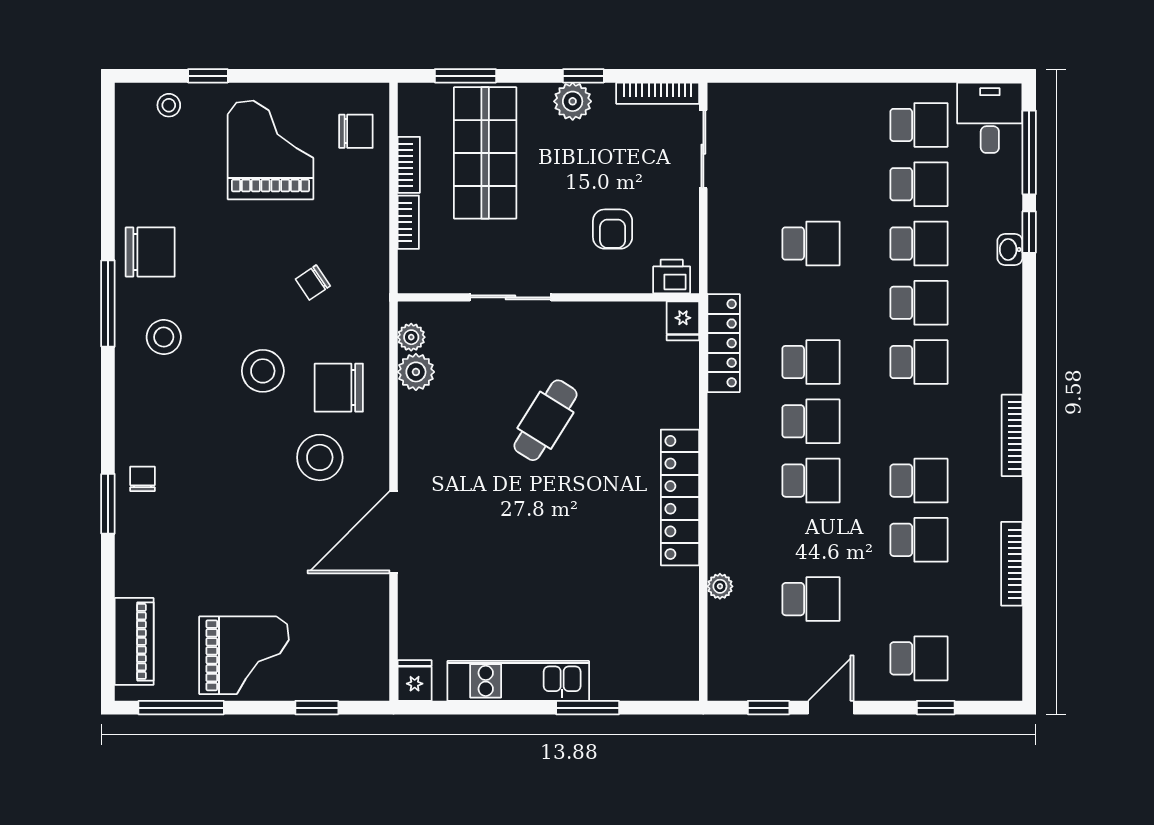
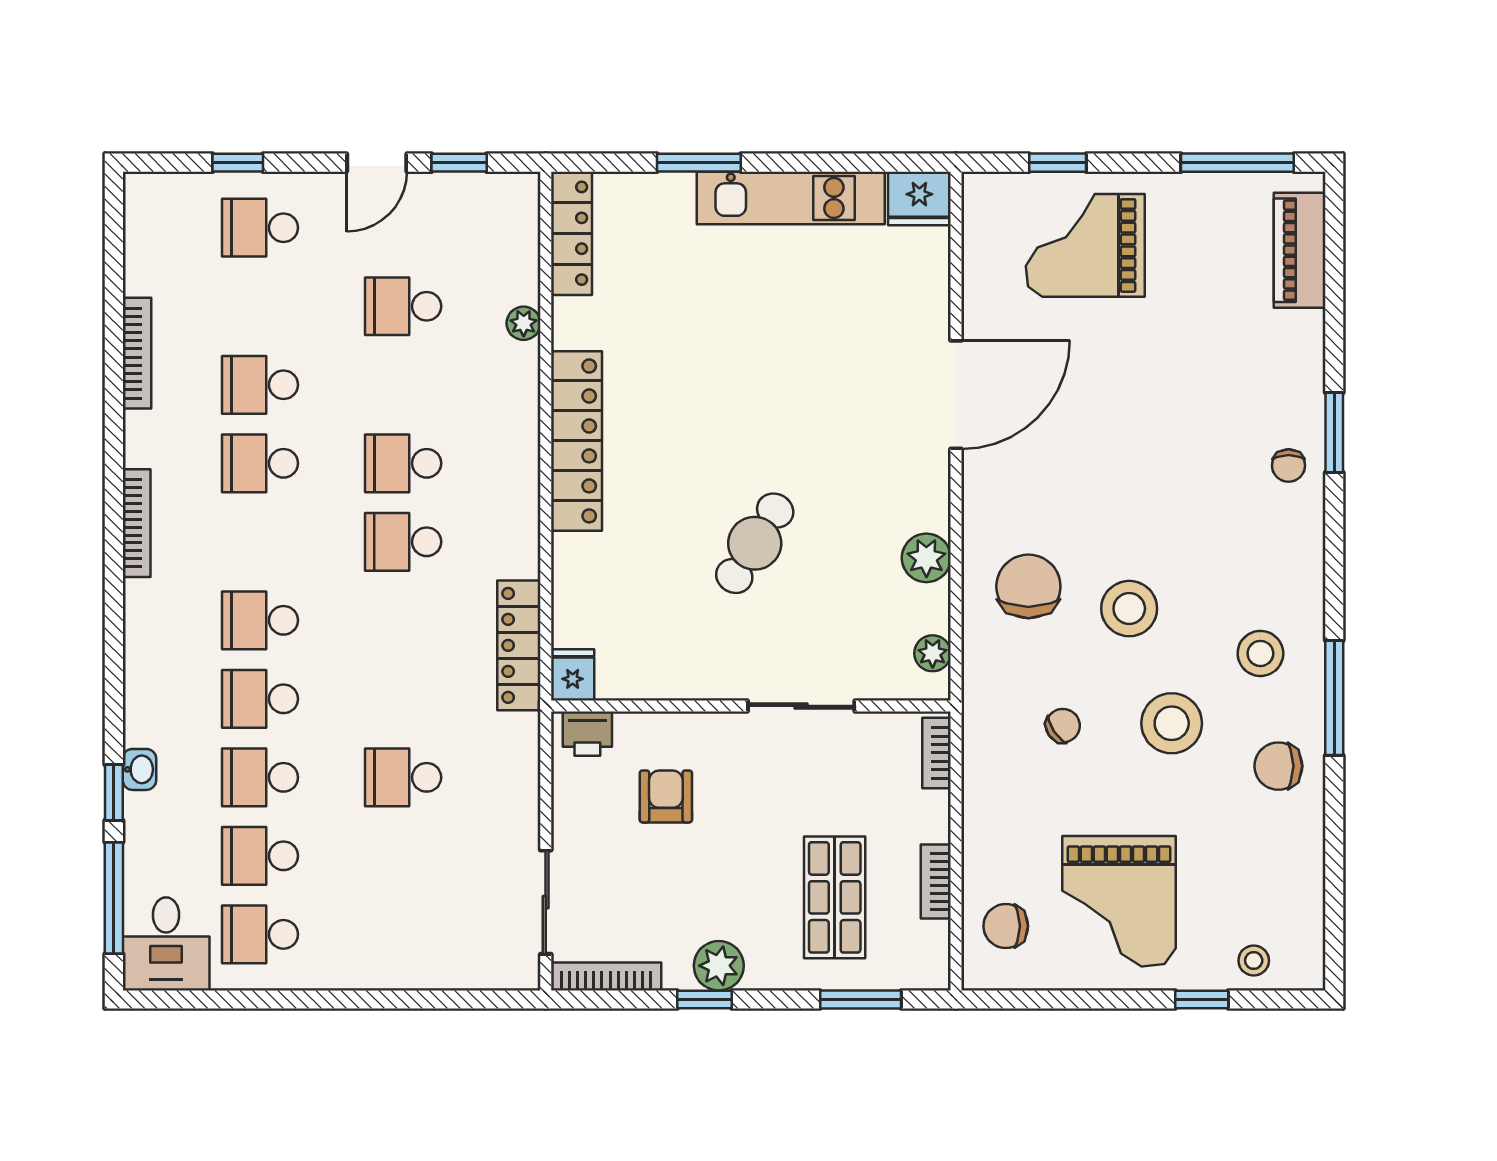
shop shelf: (485, 153) -> (835, 897), width x0.70, depth x0.74
bookcase: (408, 222) -> (937, 753), moved
chair: (150, 252) -> (1278, 766), width x0.73, depth x0.73
school desk: (811, 362) -> (403, 620), removed
plant: (416, 372) -> (926, 558), moved
chair: (339, 388) -> (1028, 586), turned -90
stool: (320, 457) -> (1172, 723), moved
locker: (684, 654) -> (571, 233), added
grand piano: (244, 655) -> (1085, 245), moved
fridge: (415, 680) -> (919, 198), width x1.38

